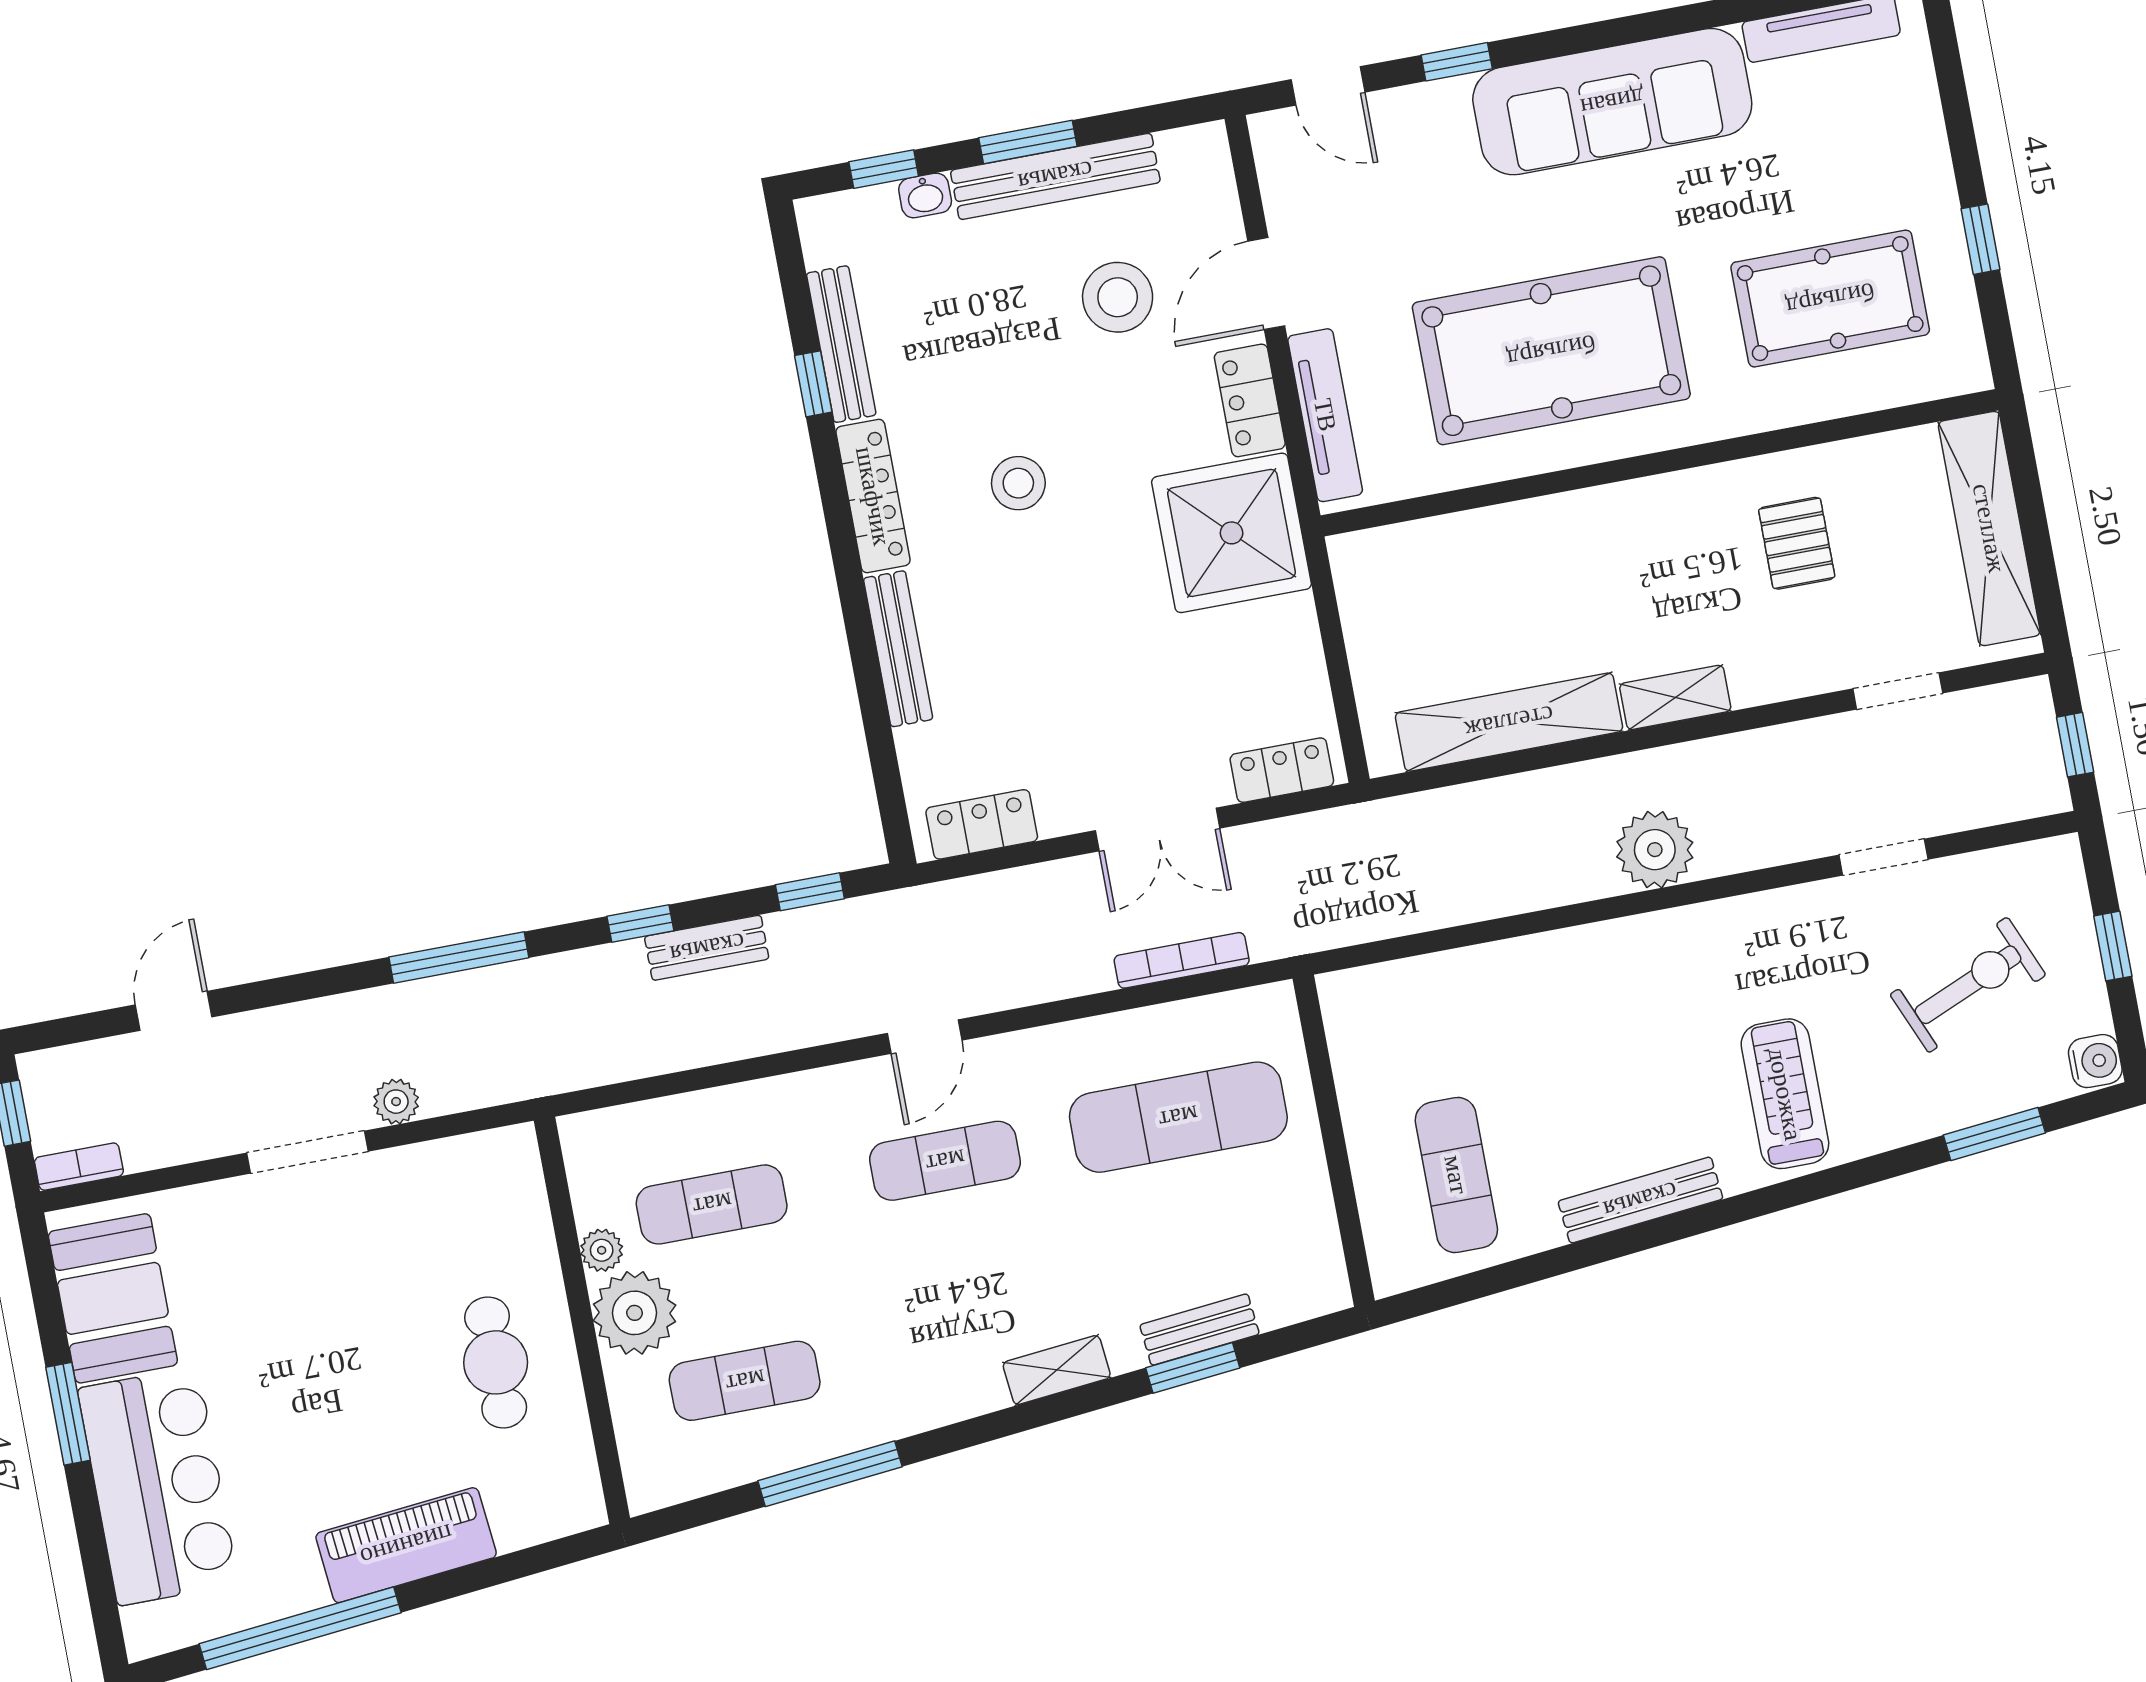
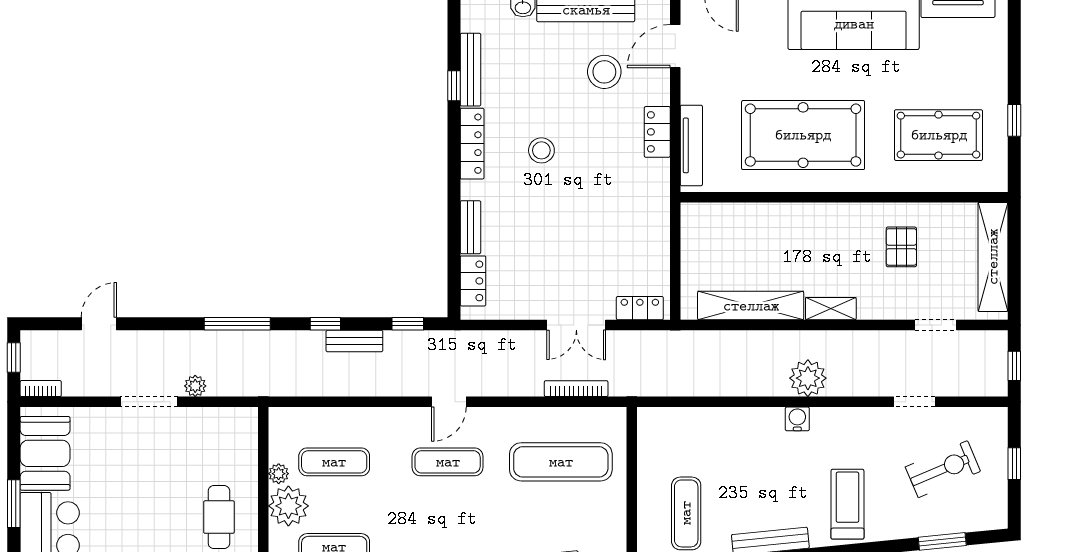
door: (1266, 284) -> (675, 46), moved
shower: (1232, 533) -> (637, 192), removed
bench: (898, 649) -> (470, 227), width x0.73
locker: (982, 824) -> (473, 281), moved, turned 90
water cooler: (2095, 1061) -> (797, 419), moved, turned -90

